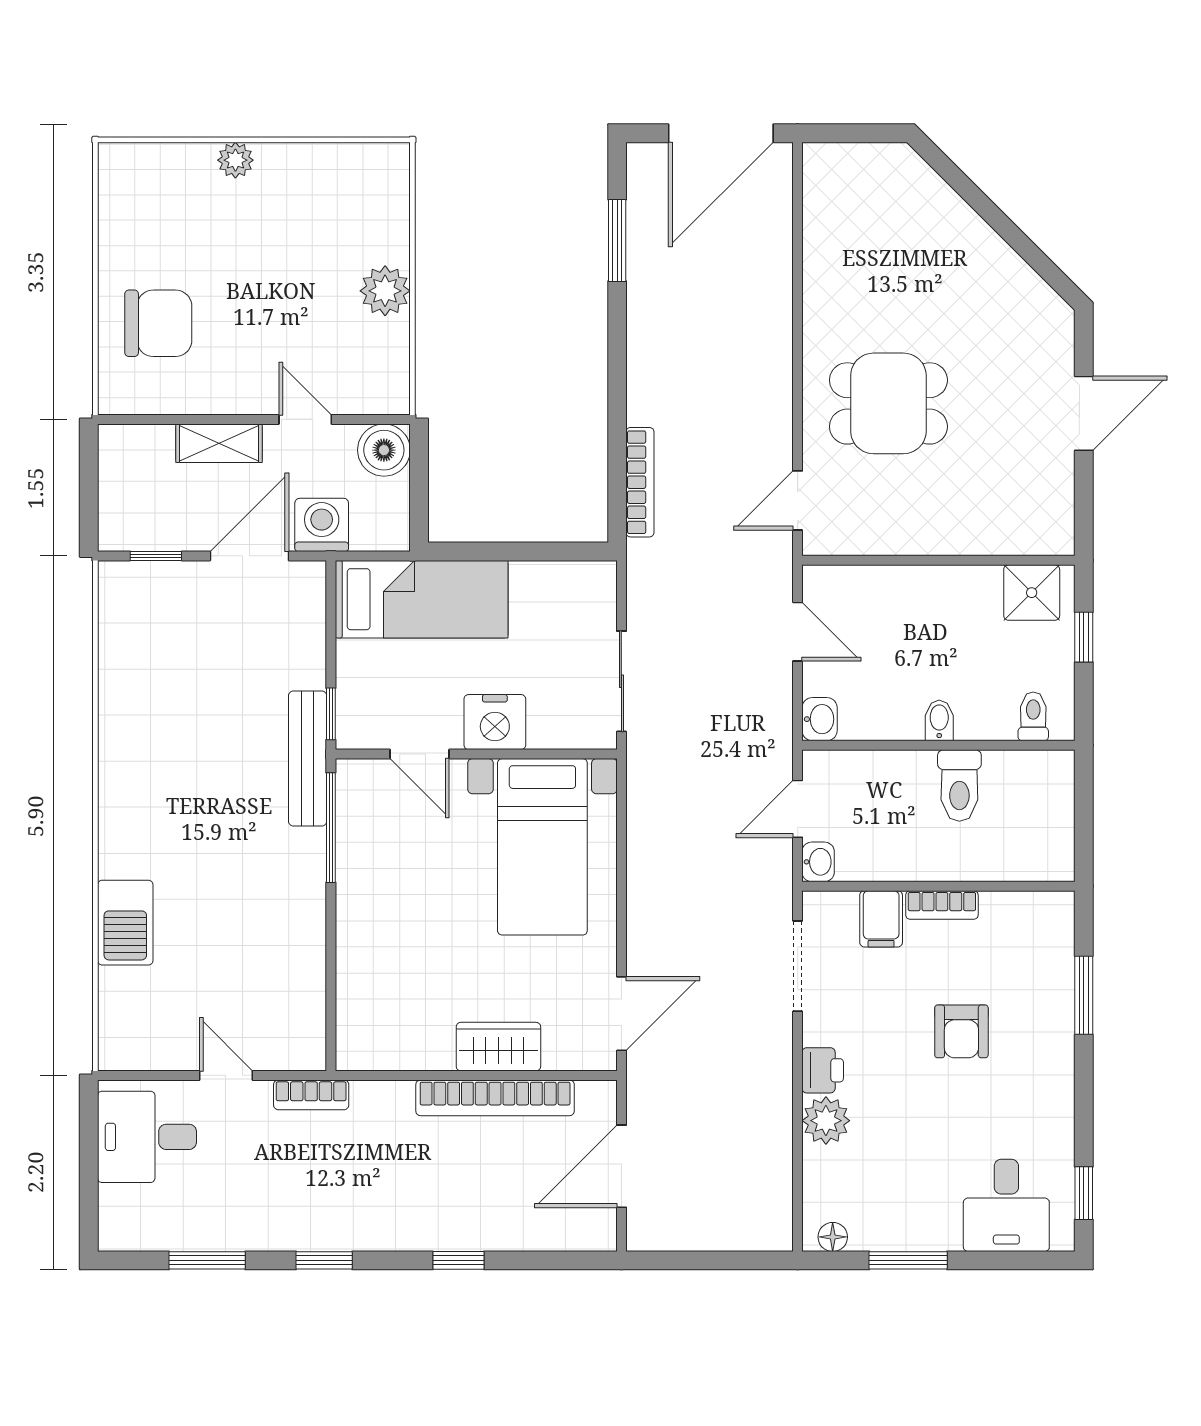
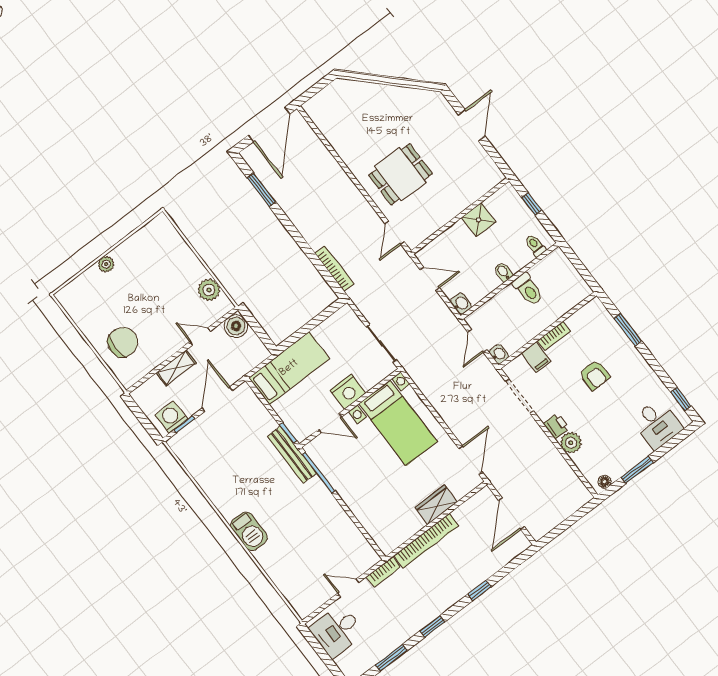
plant: (385, 291) -> (209, 290), moved
washing machine: (322, 525) -> (171, 417), moved
shower: (1032, 593) -> (479, 220), moved
barbecue: (125, 923) -> (249, 531), moved
bookcase: (495, 1098) -> (426, 541), moved

